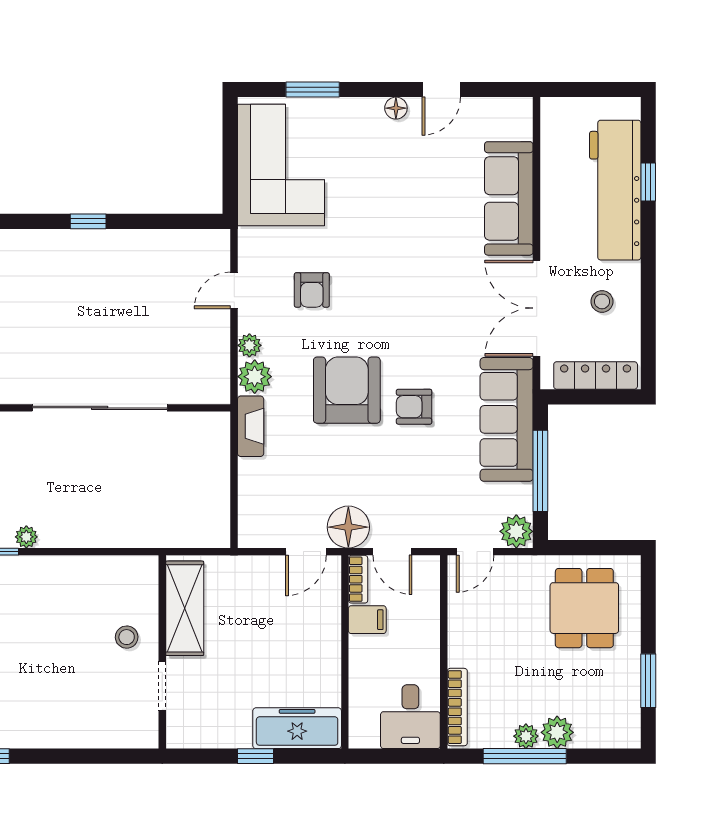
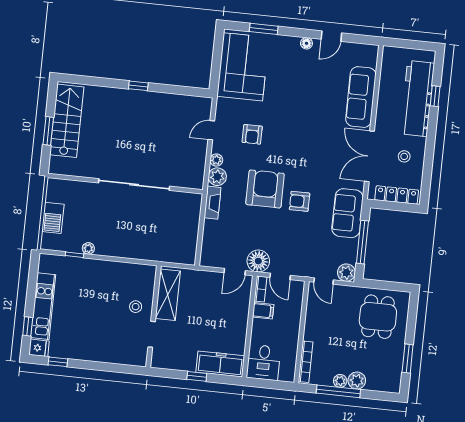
sofa: (507, 419) -> (347, 213), width x0.73
door: (475, 552) -> (324, 281), hinge flipped
desk: (410, 717) -> (263, 362), moved

